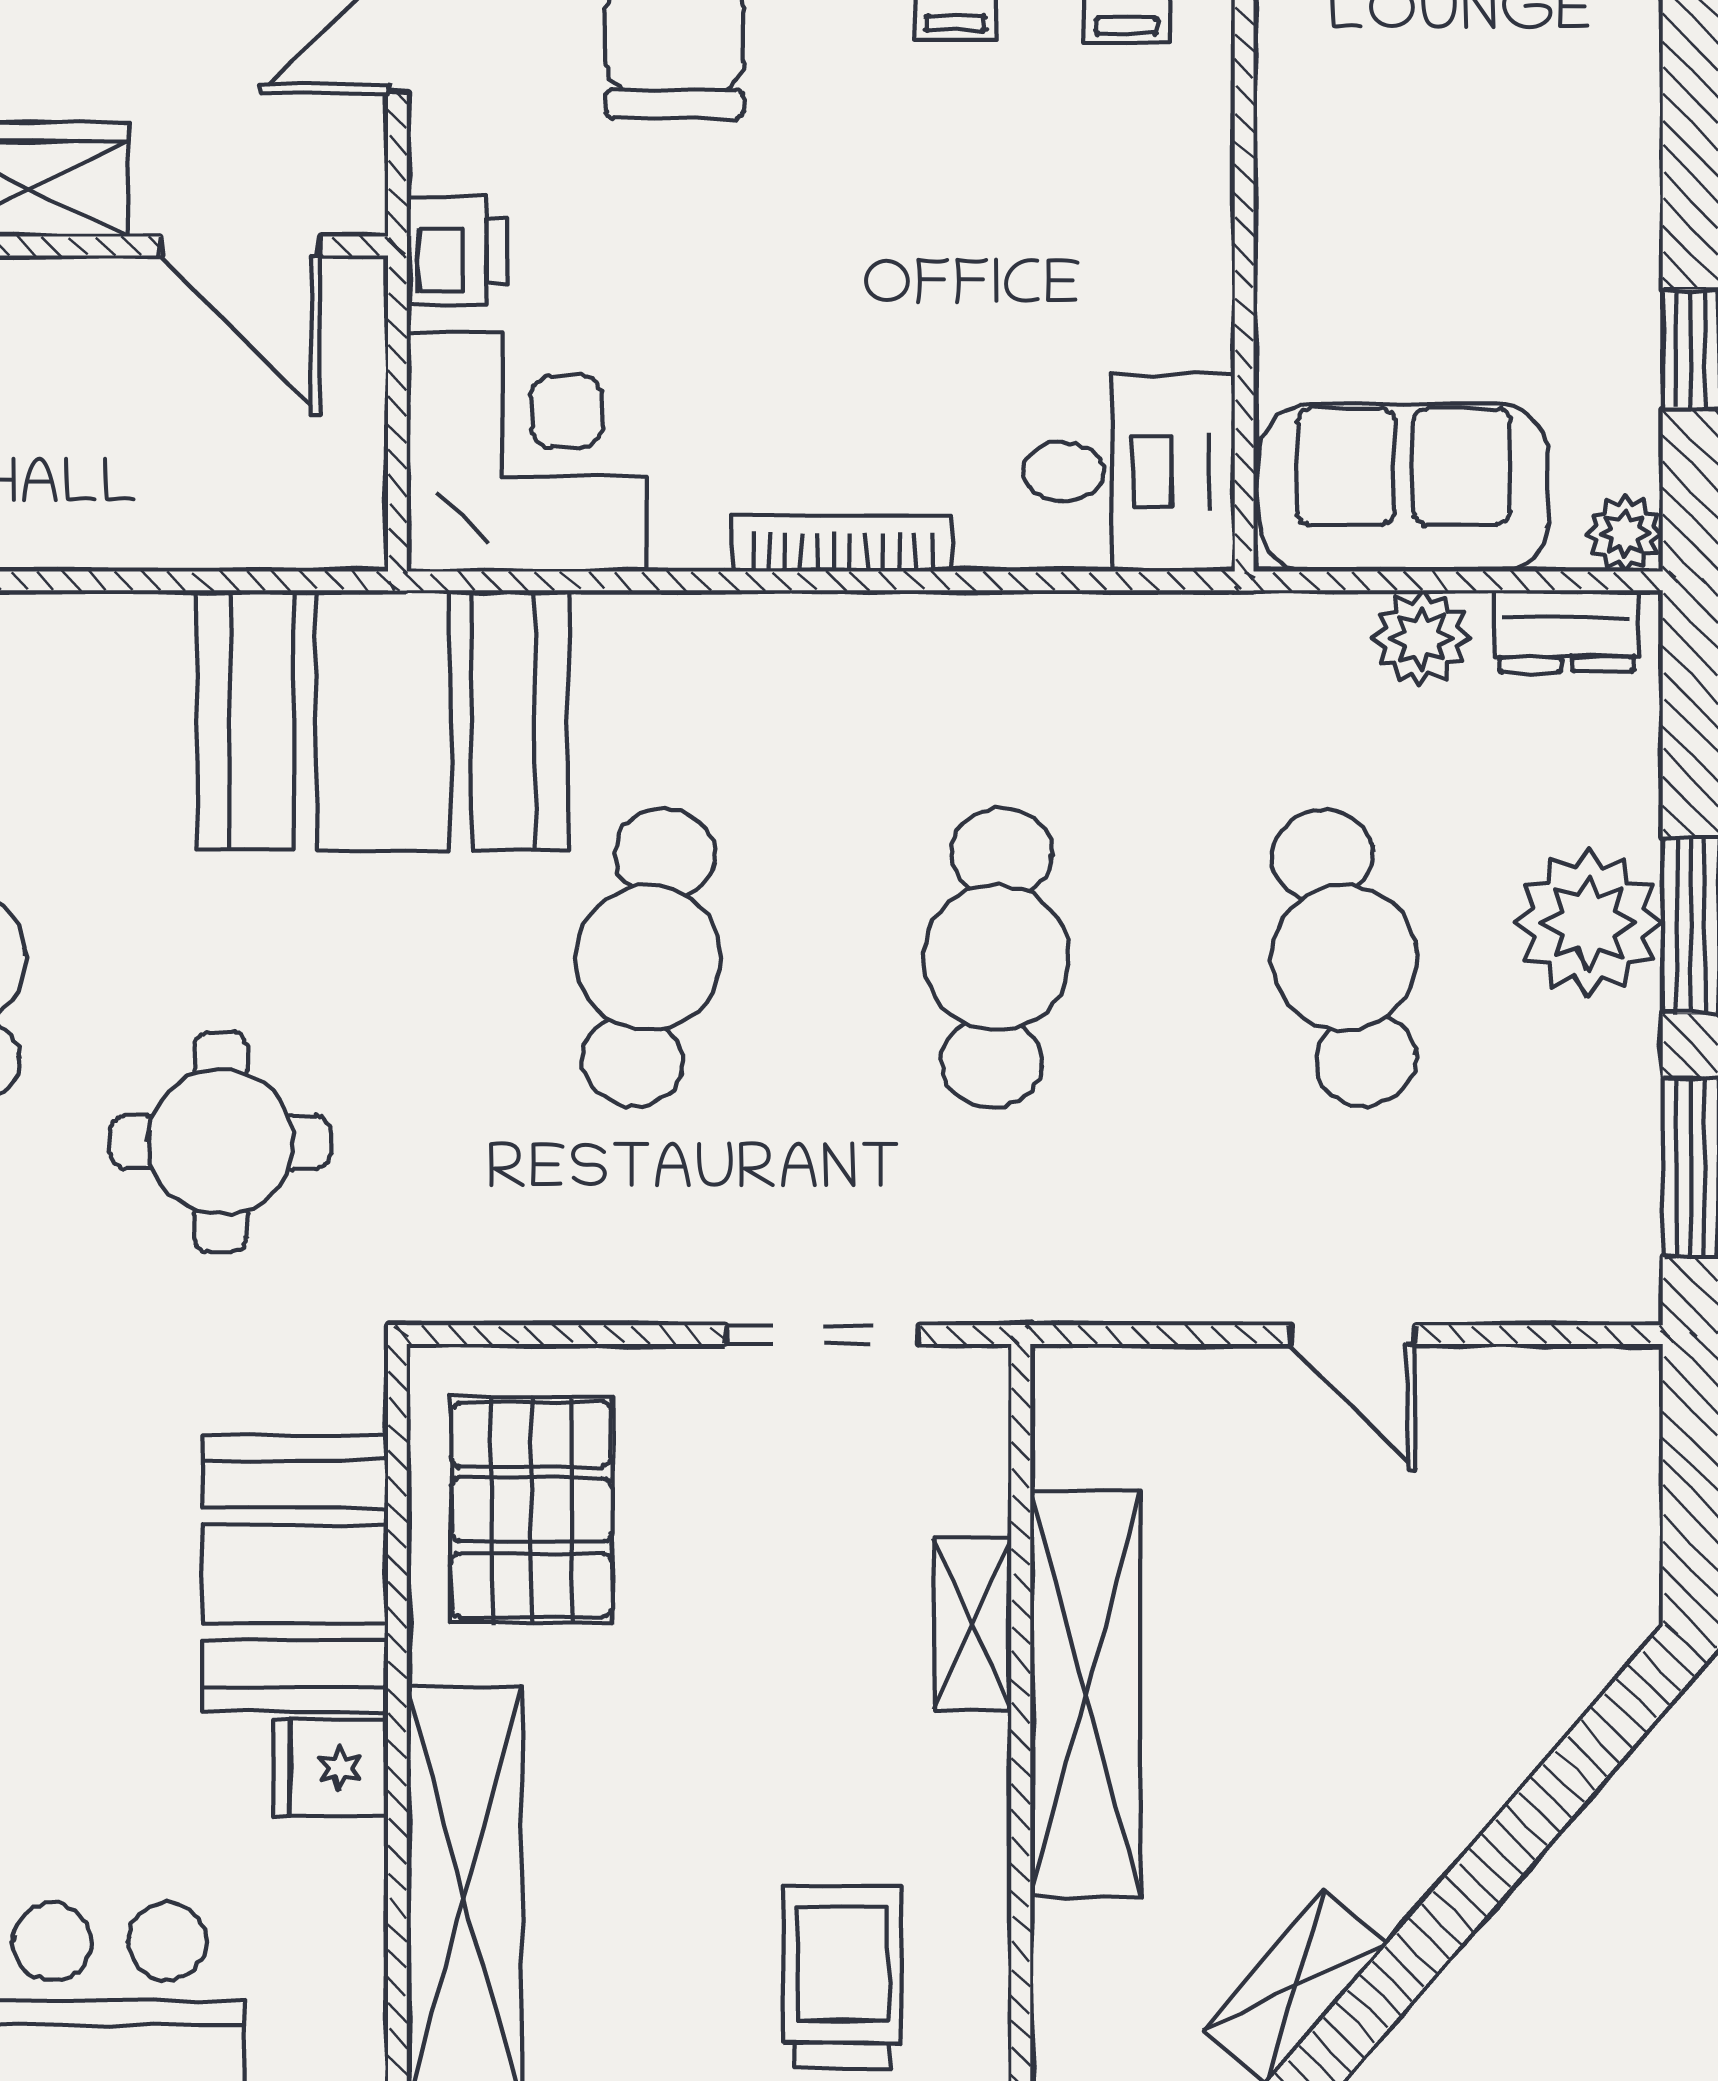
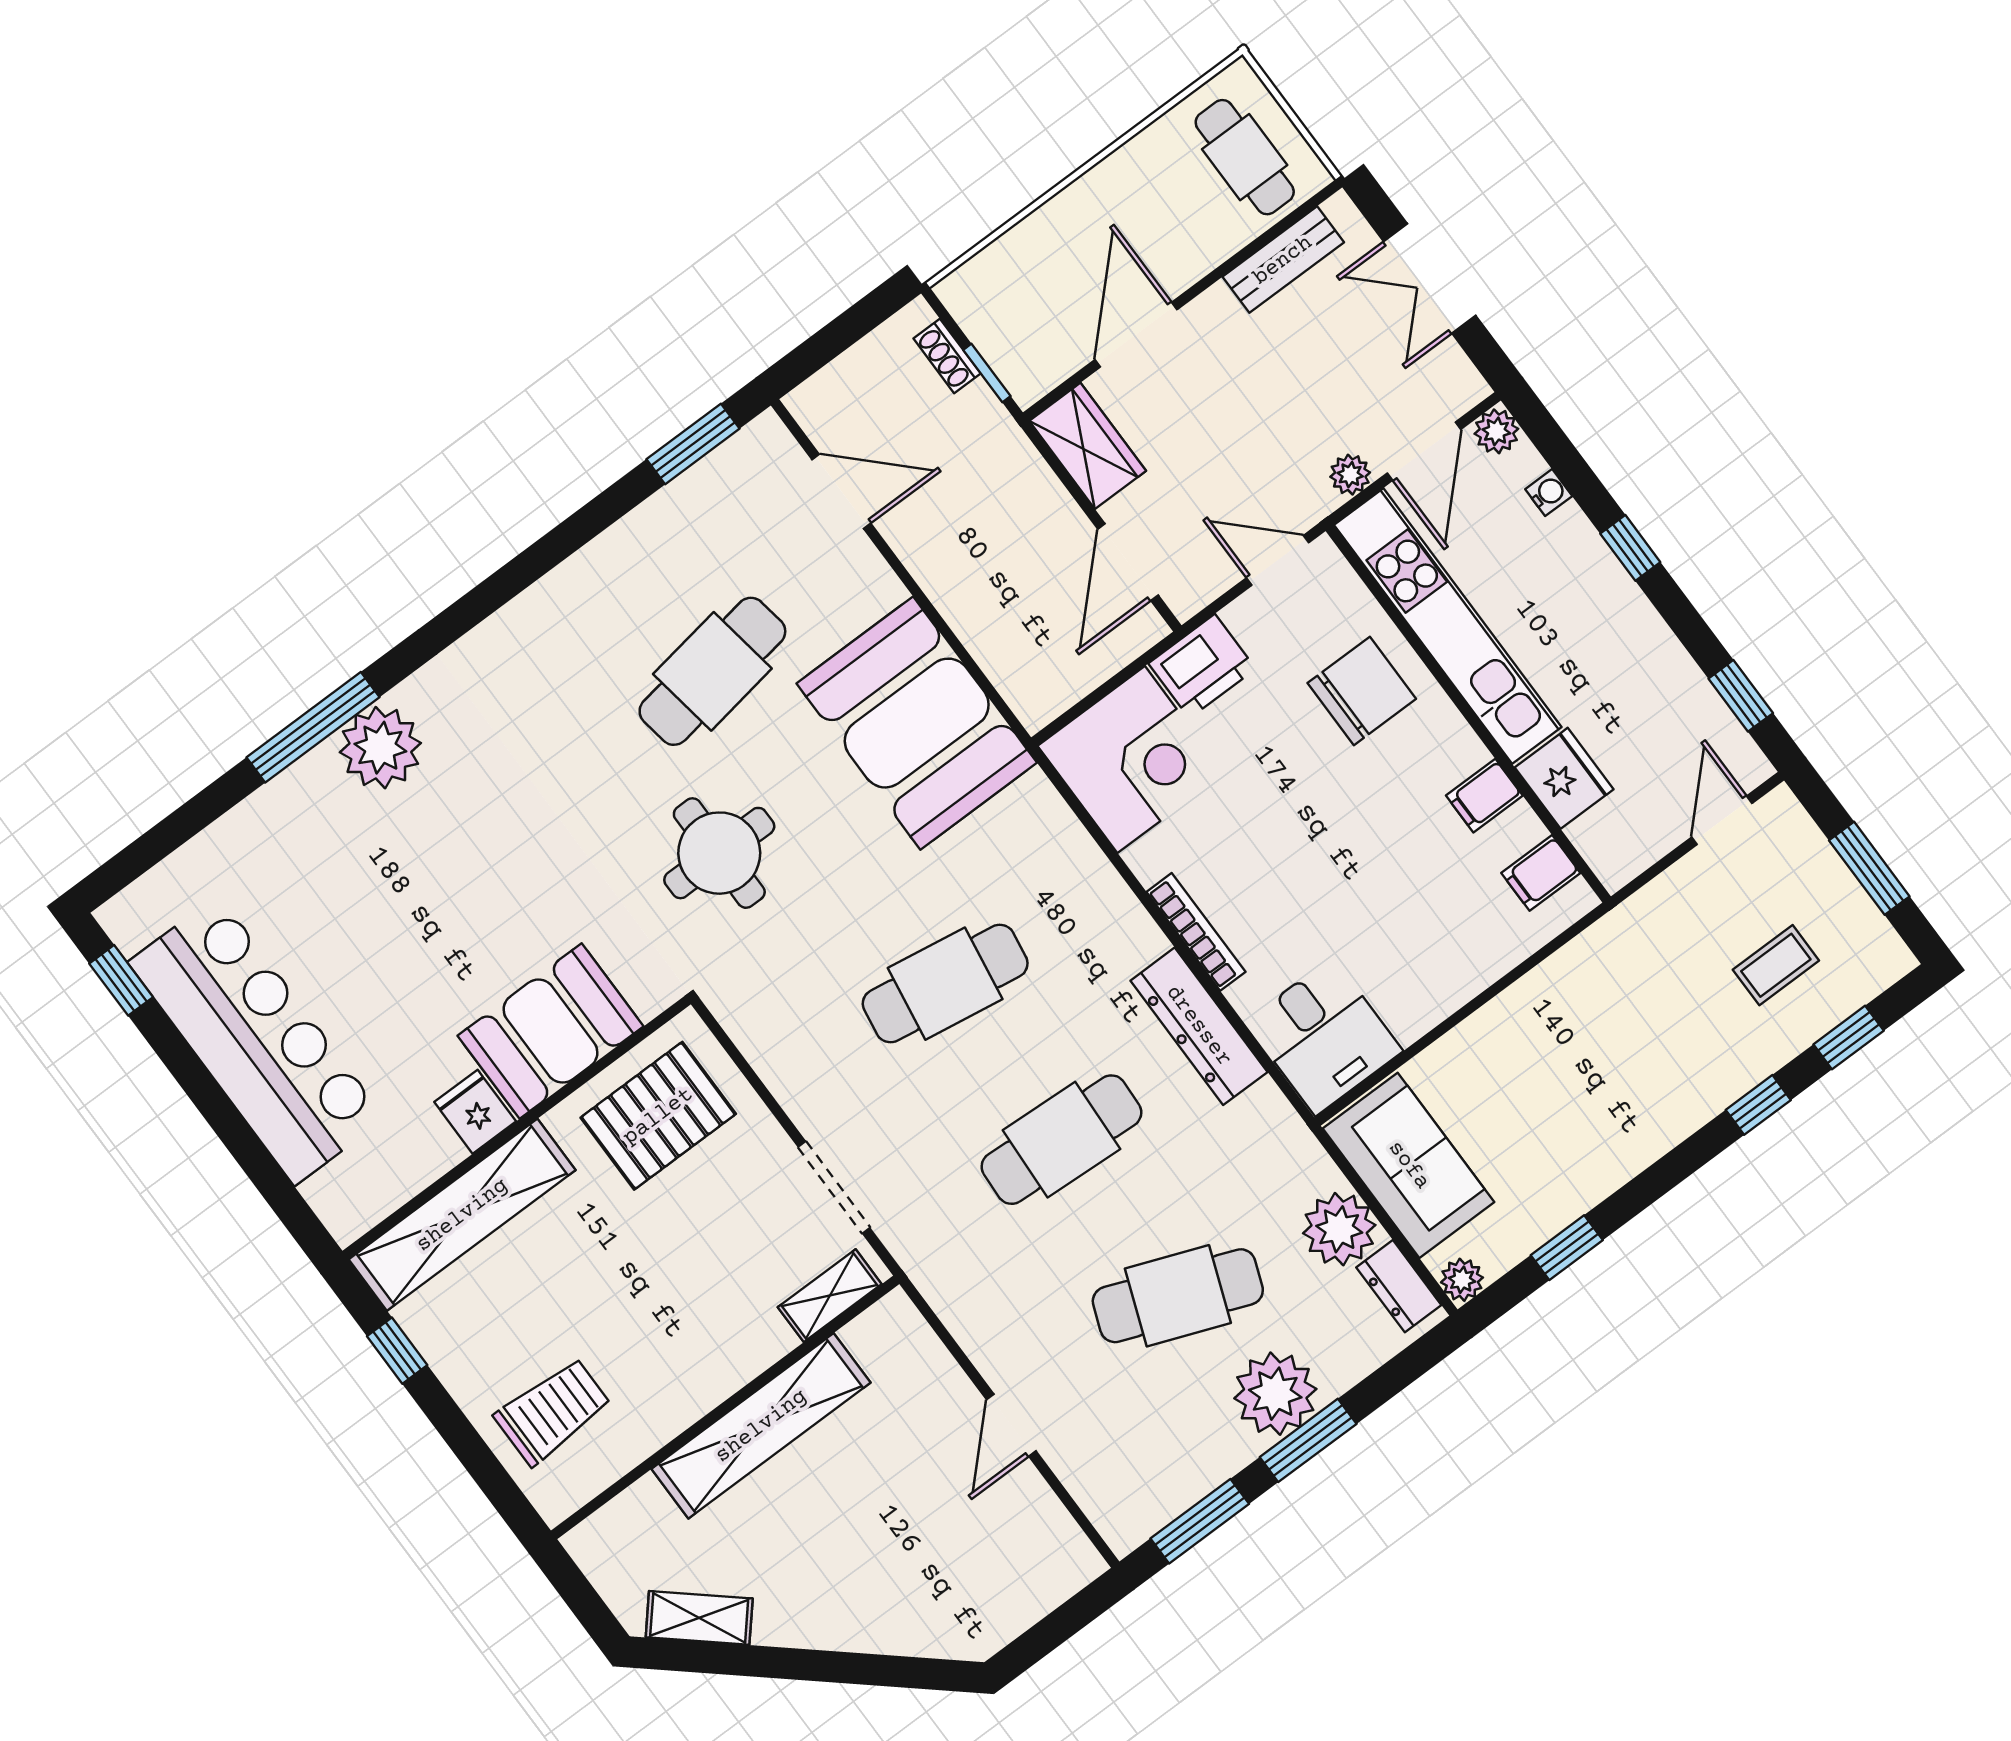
printer: (456, 251) -> (1202, 666), width x1.36, depth x1.24
plant: (1421, 638) -> (1339, 1229), width x1.36, depth x1.36
dresser: (981, 640) -> (1199, 1026), added
booth: (383, 720) -> (917, 723), moved
cafe table: (1344, 958) -> (1178, 1296), turned 33
shelving: (972, 1624) -> (830, 1296), moved

